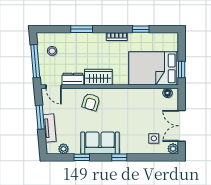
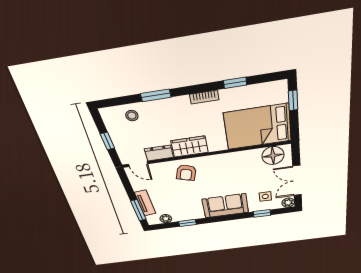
stool: (52, 51) -> (132, 116), moved
window: (35, 61) -> (107, 141), width x0.46
window: (182, 69) -> (293, 100), moved
floor lamp: (167, 93) -> (273, 156), width x1.89, depth x1.89
window: (40, 117) -> (138, 210), moved
sofa: (100, 143) -> (225, 206), moved
window: (119, 157) -> (262, 213), moved

